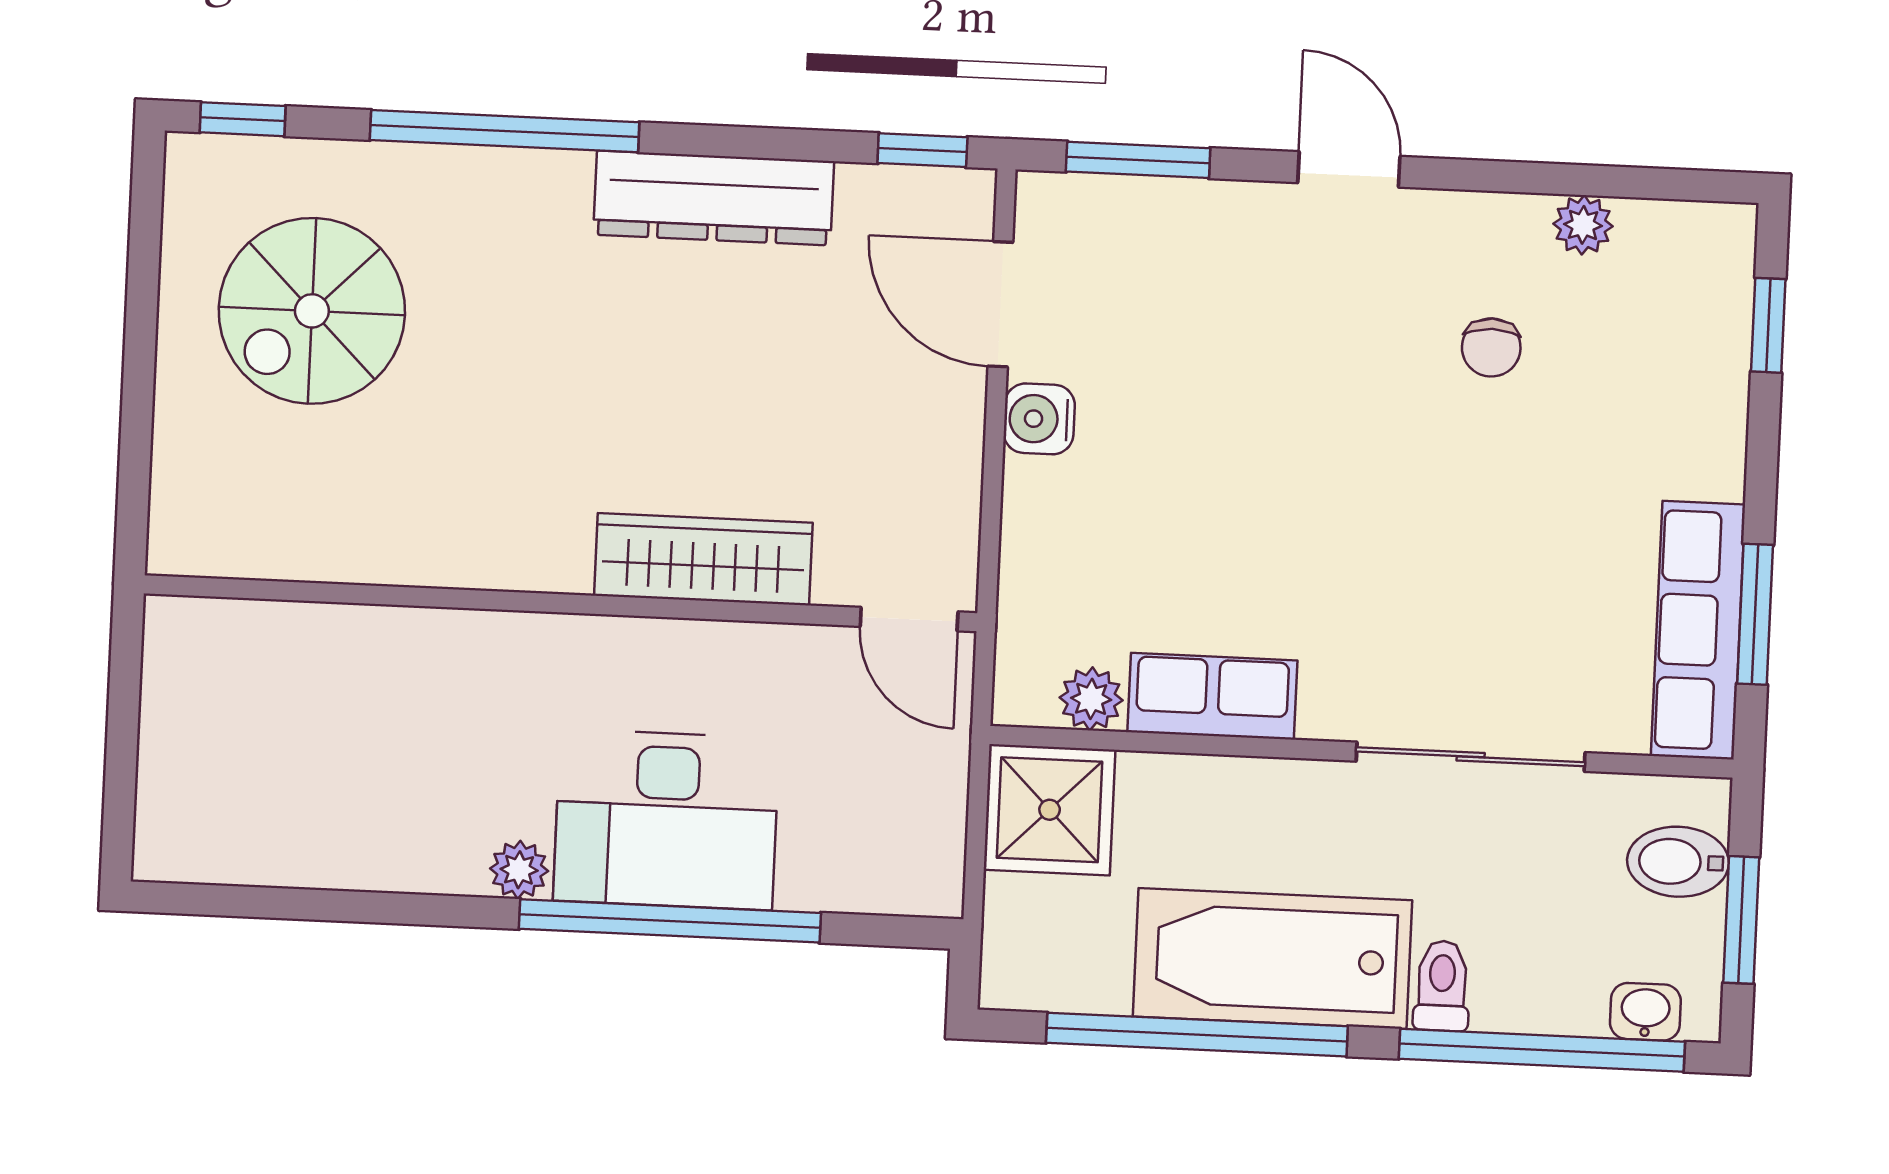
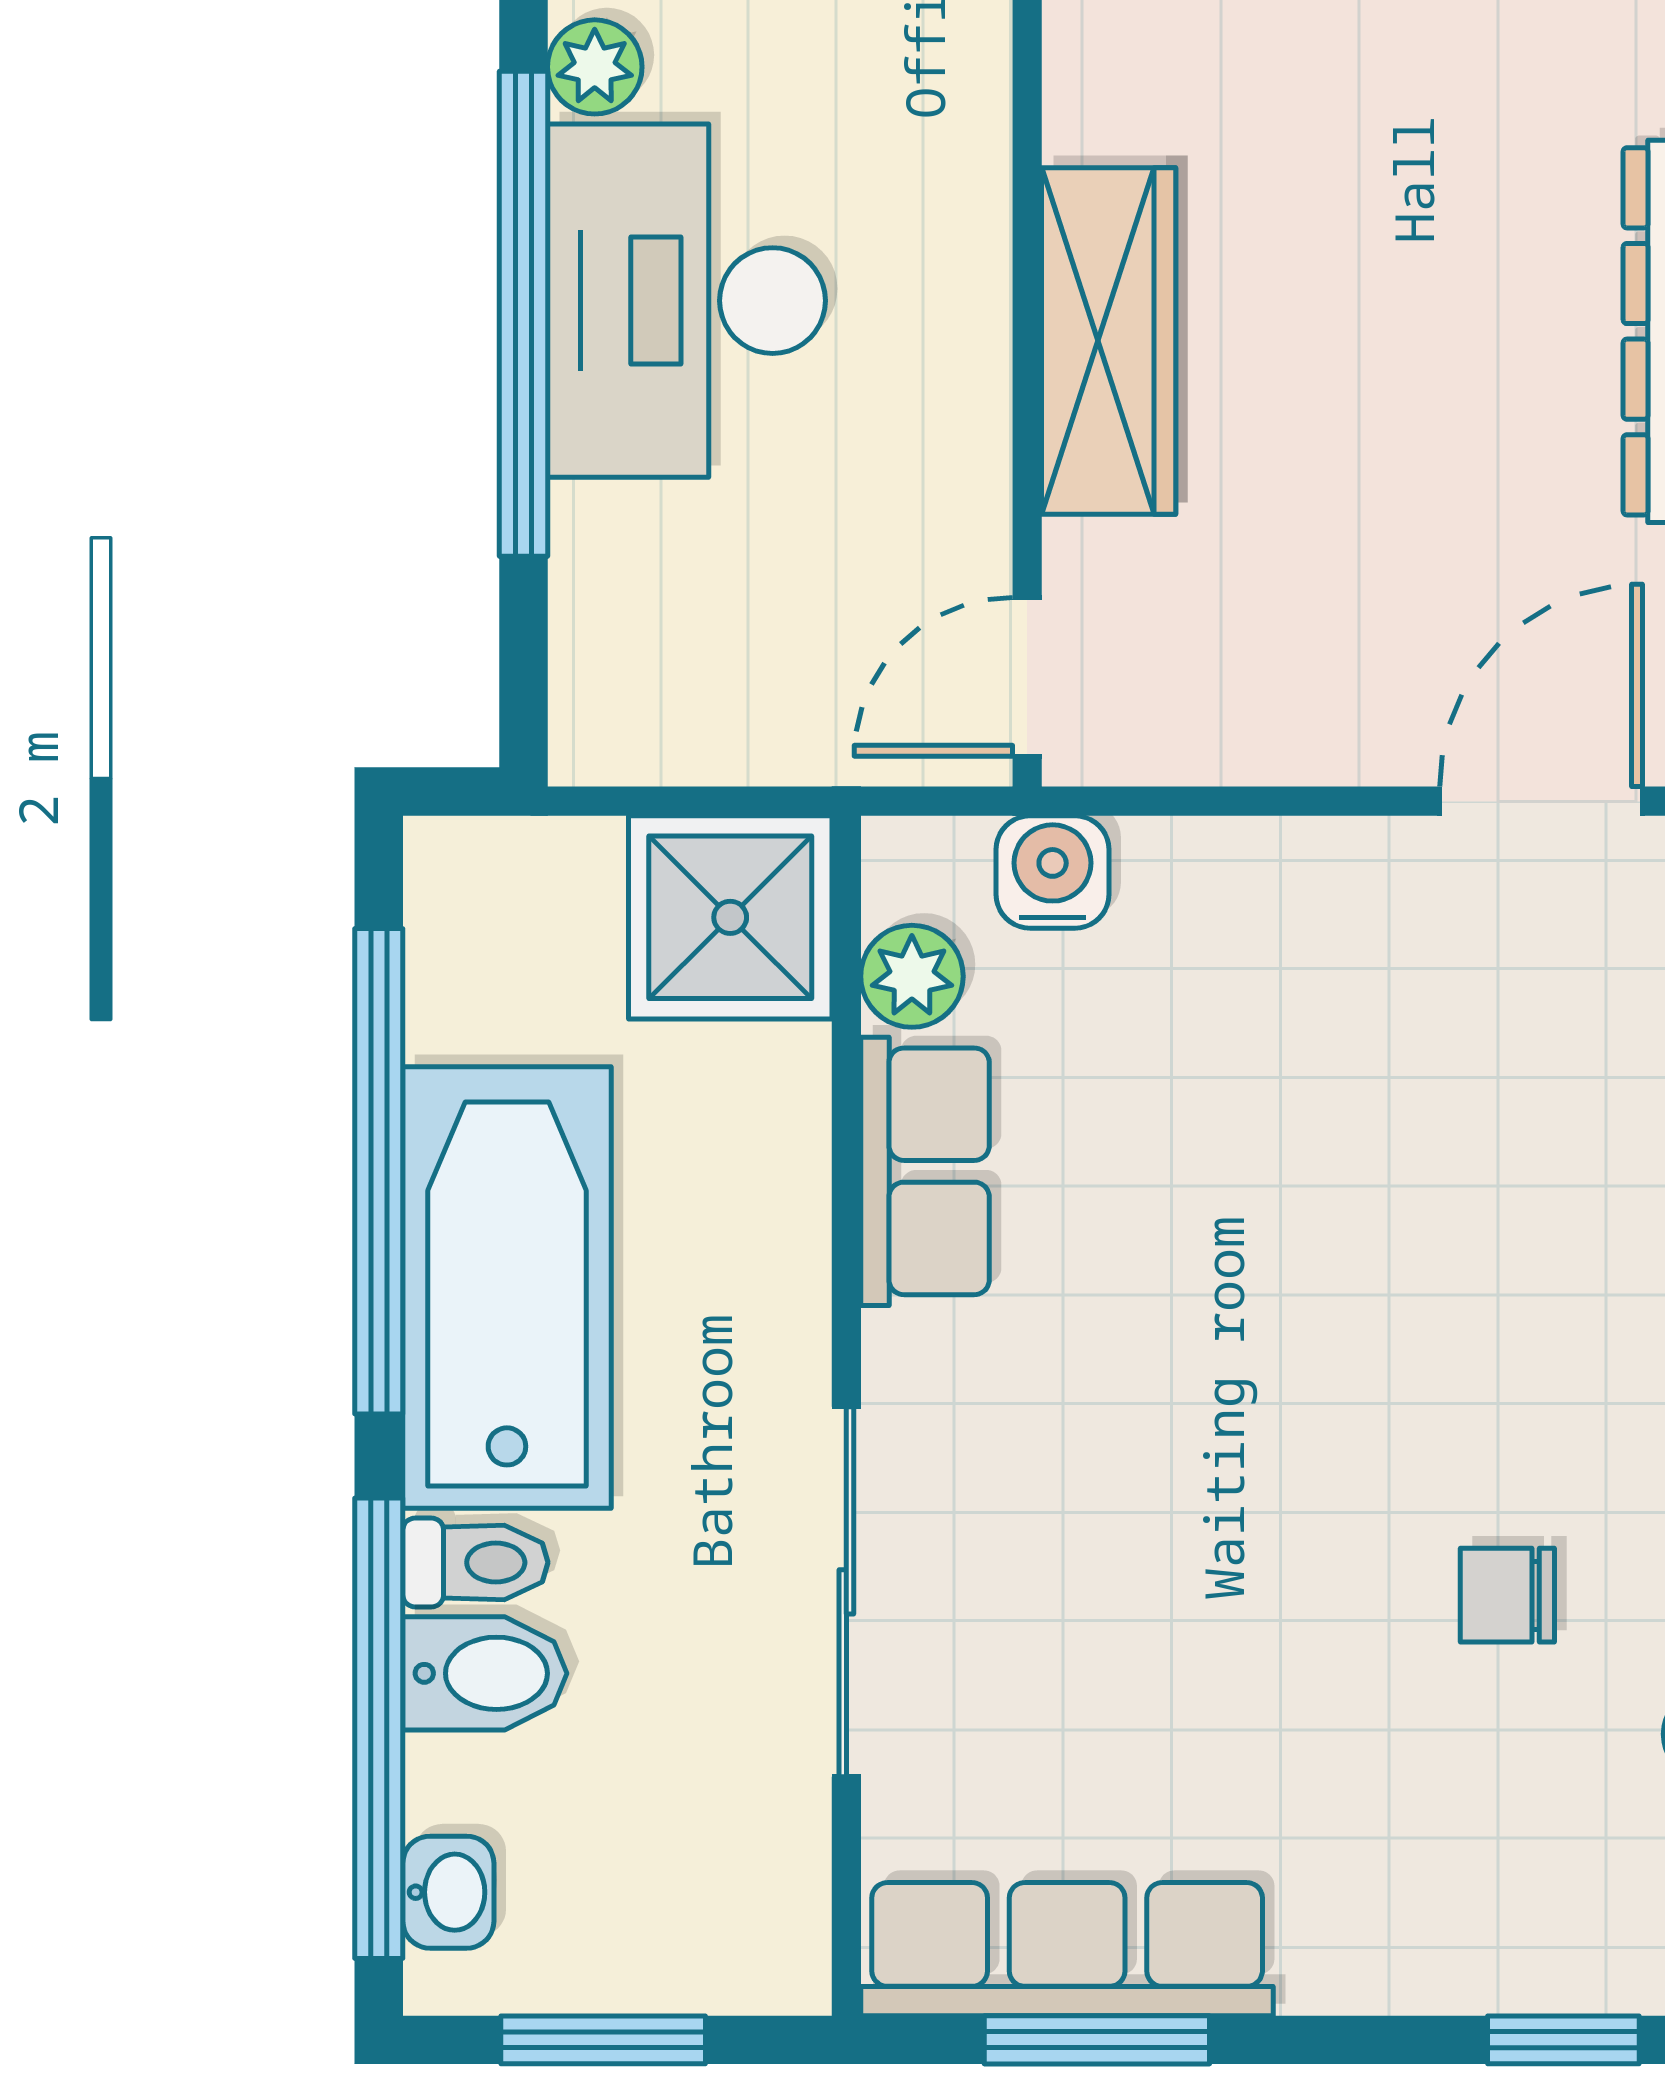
water cooler: (1039, 419) -> (1053, 872), moved
bidet: (1678, 862) -> (485, 1673), moved, turned 90

